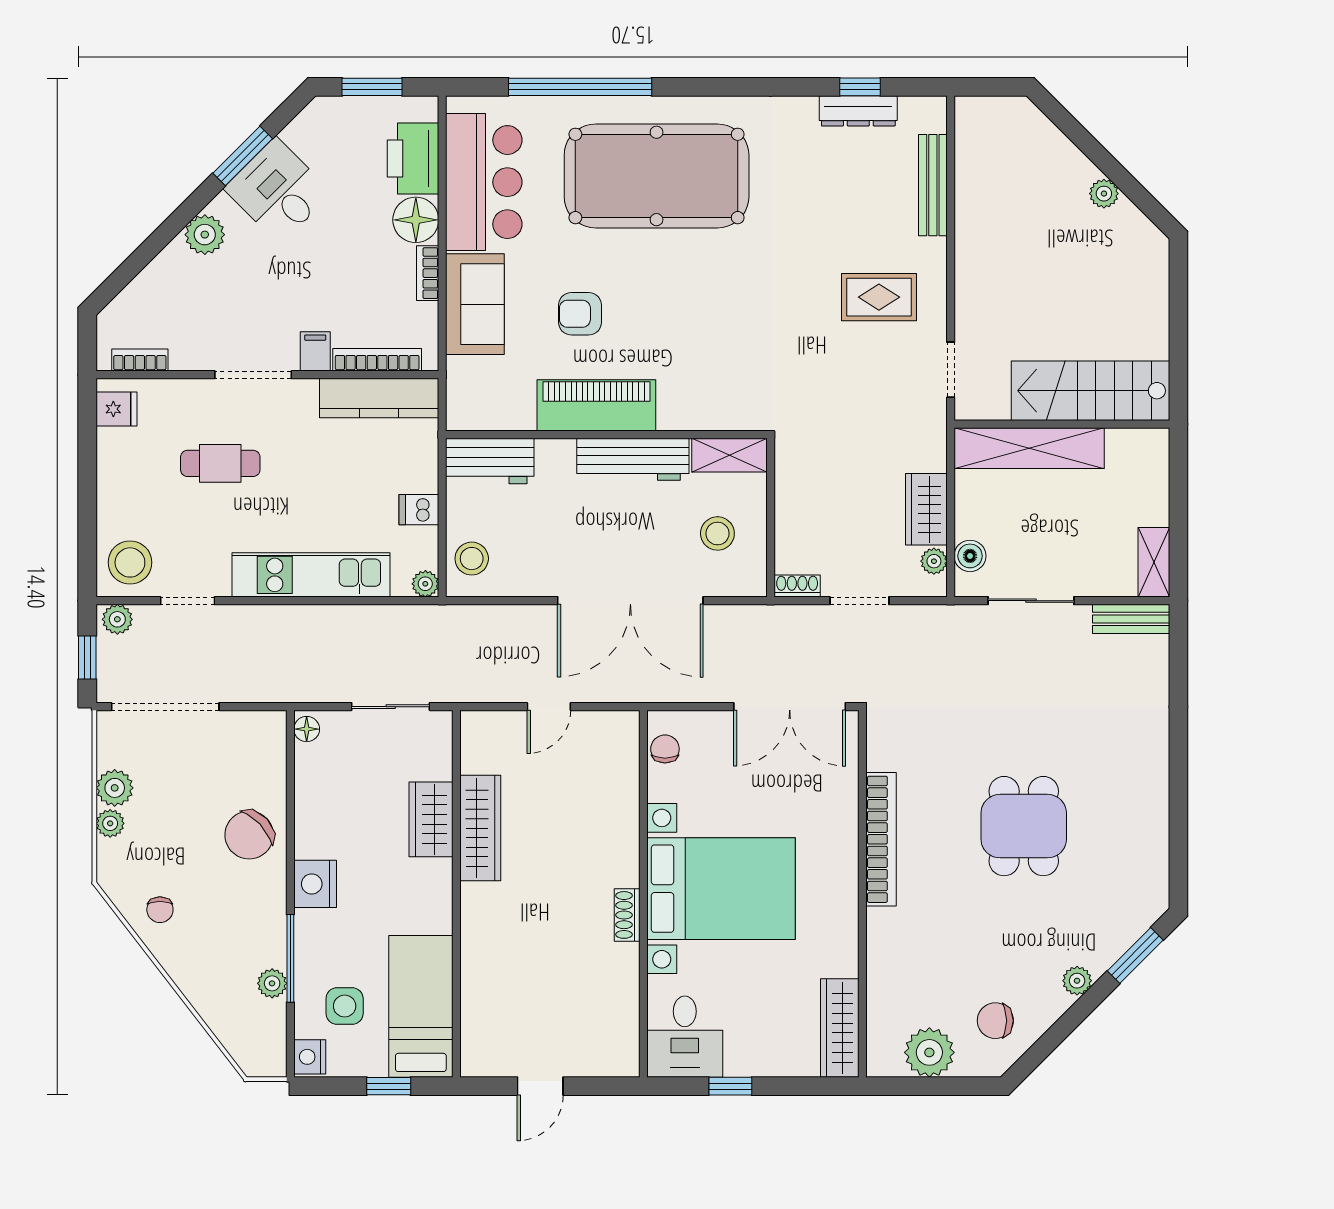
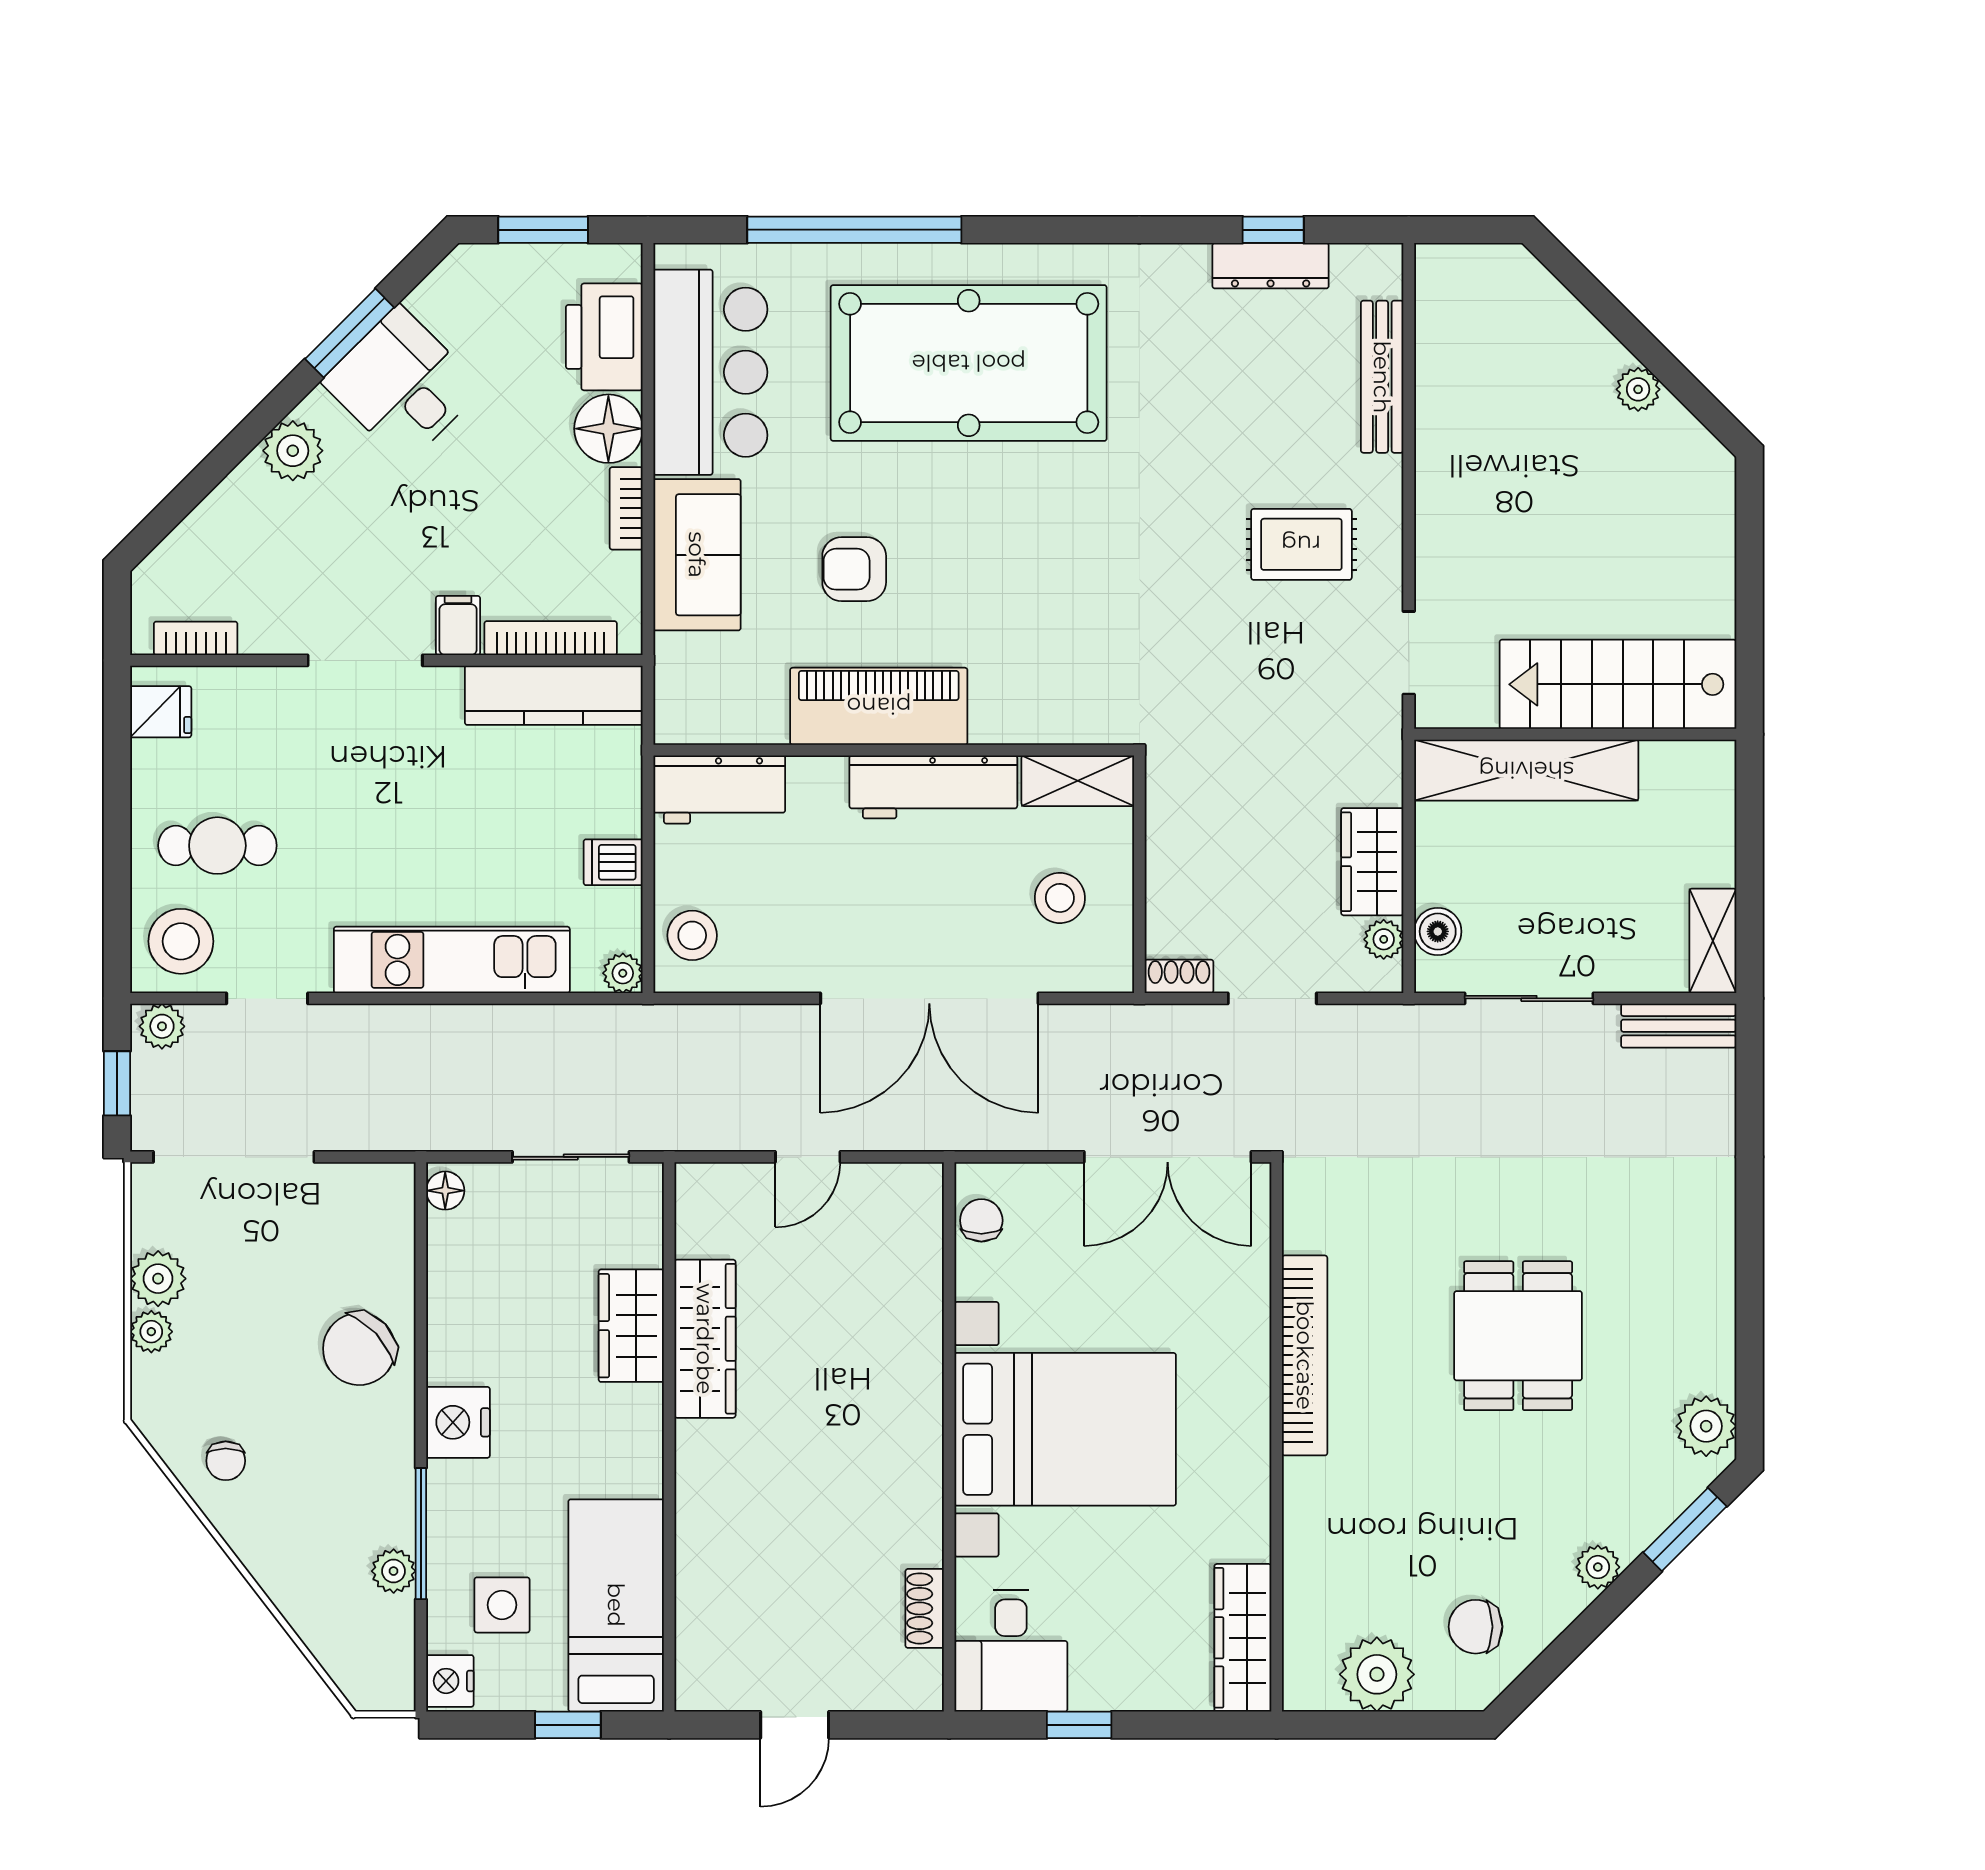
cafe table: (220, 463) -> (217, 846), moved
plant: (1149, 887) -> (1706, 1426), added
shoe rack: (627, 915) -> (925, 1608), moved

